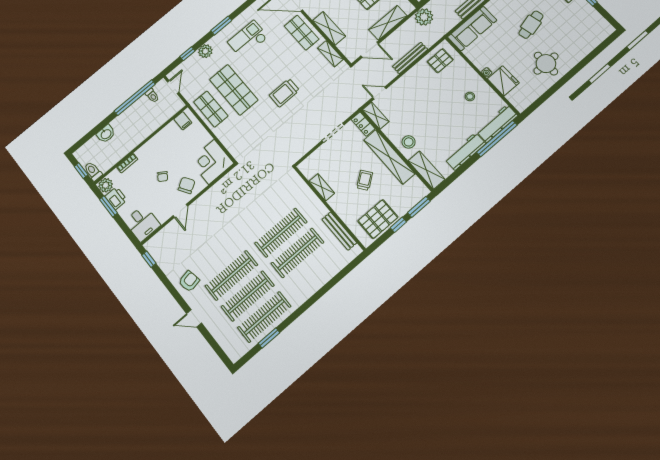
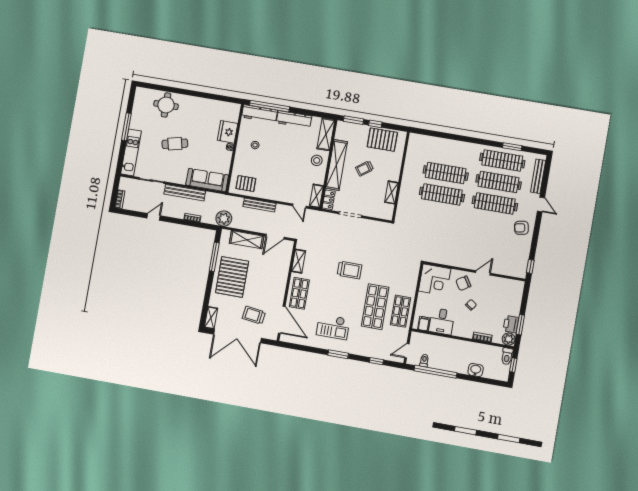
shelving: (329, 28) -> (282, 277), removed
door: (370, 50) -> (275, 237), swing flipped
plant: (205, 51) -> (365, 350), removed
round table: (546, 64) -> (166, 105), moved
desk: (142, 223) -> (442, 321), moved, turned 180
bench: (339, 231) -> (538, 176), moved

